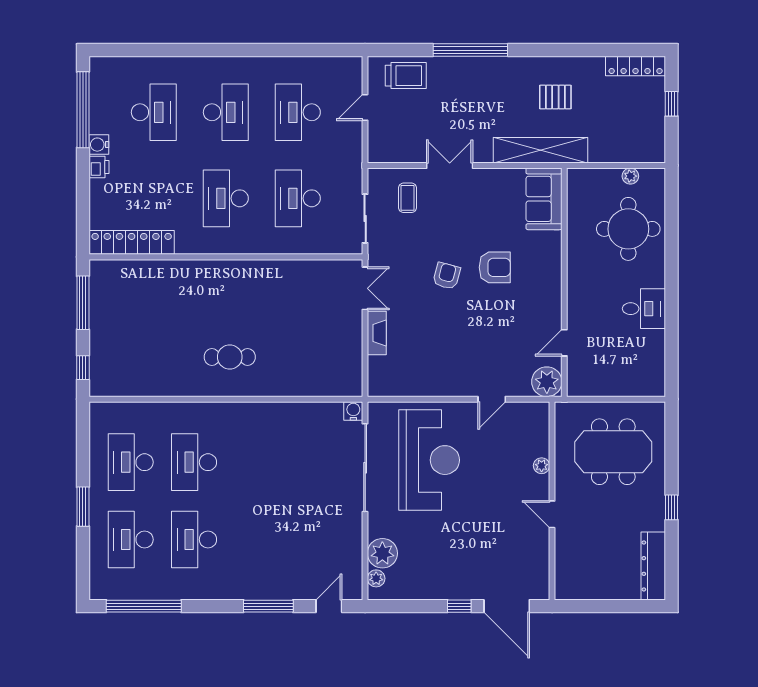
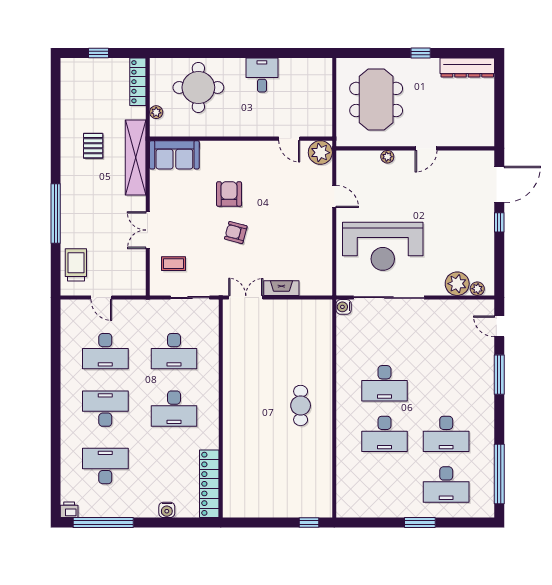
locker: (636, 66) -> (138, 82), moved, turned 180
water cooler: (99, 145) -> (167, 510), moved
printer: (99, 167) -> (69, 510), moved
plant: (630, 176) -> (156, 112), moved
window: (83, 303) -> (257, 523), removed
reception desk: (429, 460) -> (383, 246), turned 180
desk: (131, 462) -> (384, 383), moved

